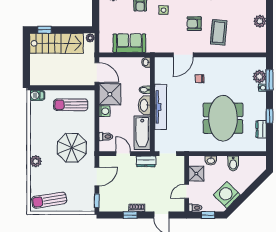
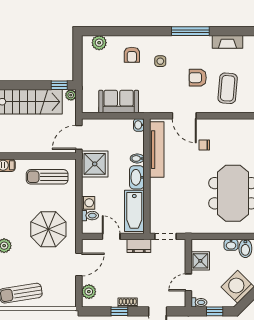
window: (45, 30) -> (59, 85), moved
door: (183, 55) -> (184, 116), hinge flipped
door: (97, 72) -> (79, 137), swing flipped
tv unit: (161, 107) -> (157, 150), moved
washing machine: (104, 111) -> (88, 203), moved
washbasin: (211, 160) -> (231, 245), moved
plant: (105, 199) -> (89, 292), added
window: (97, 201) -> (79, 294), removed

